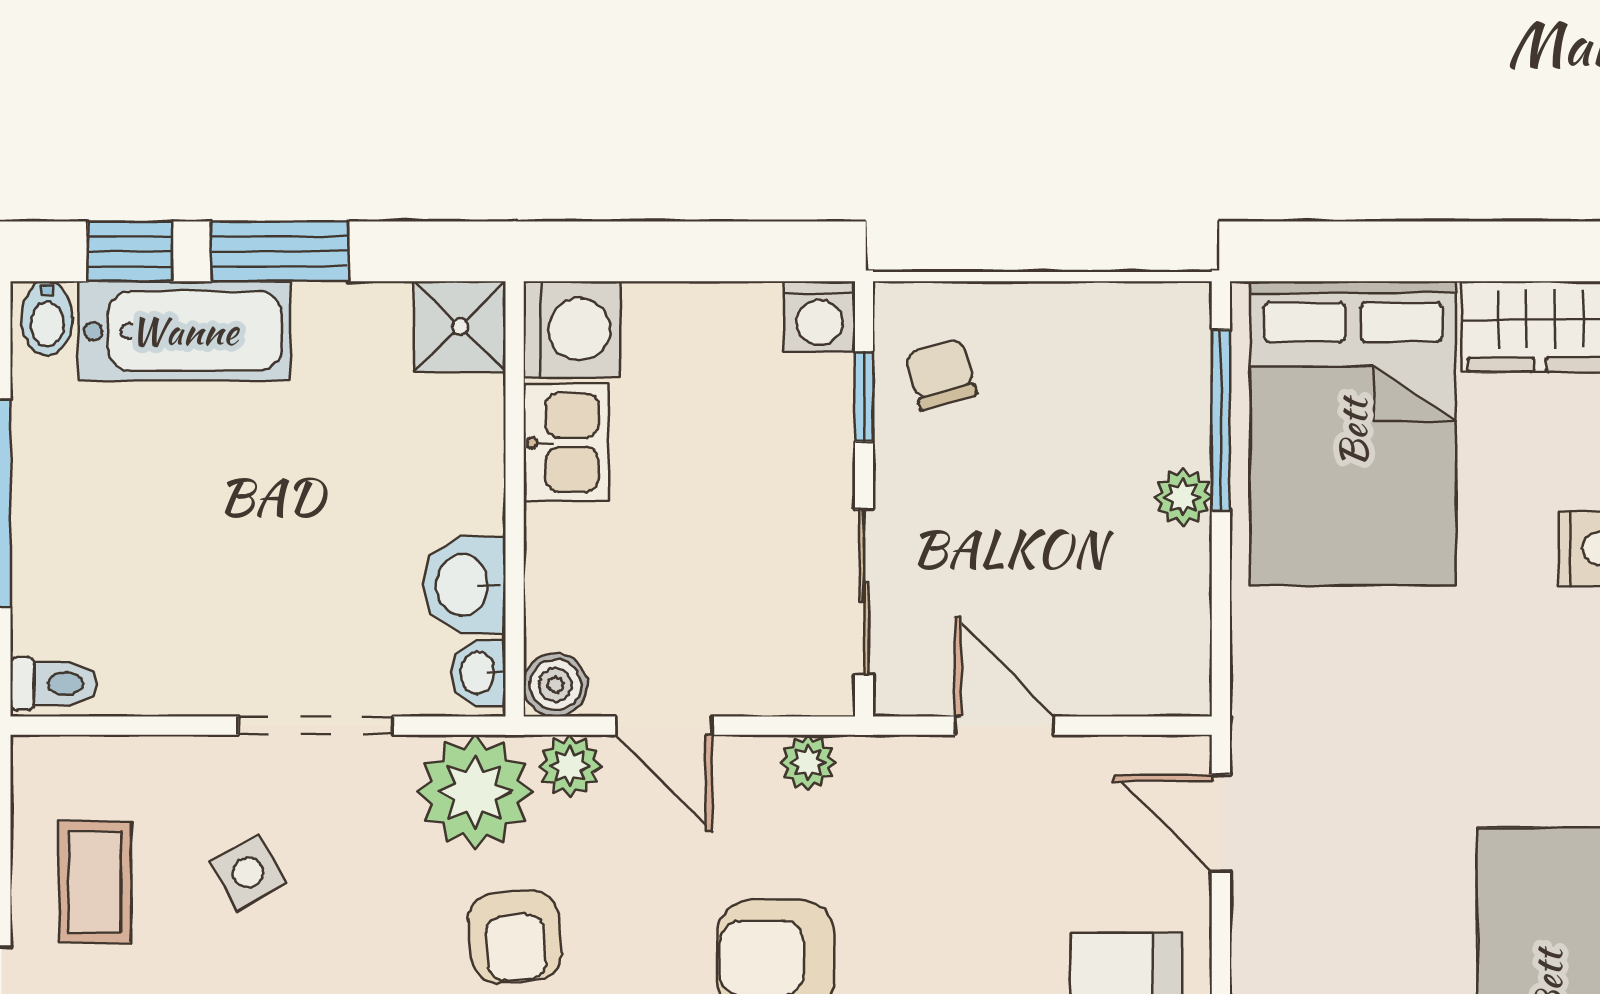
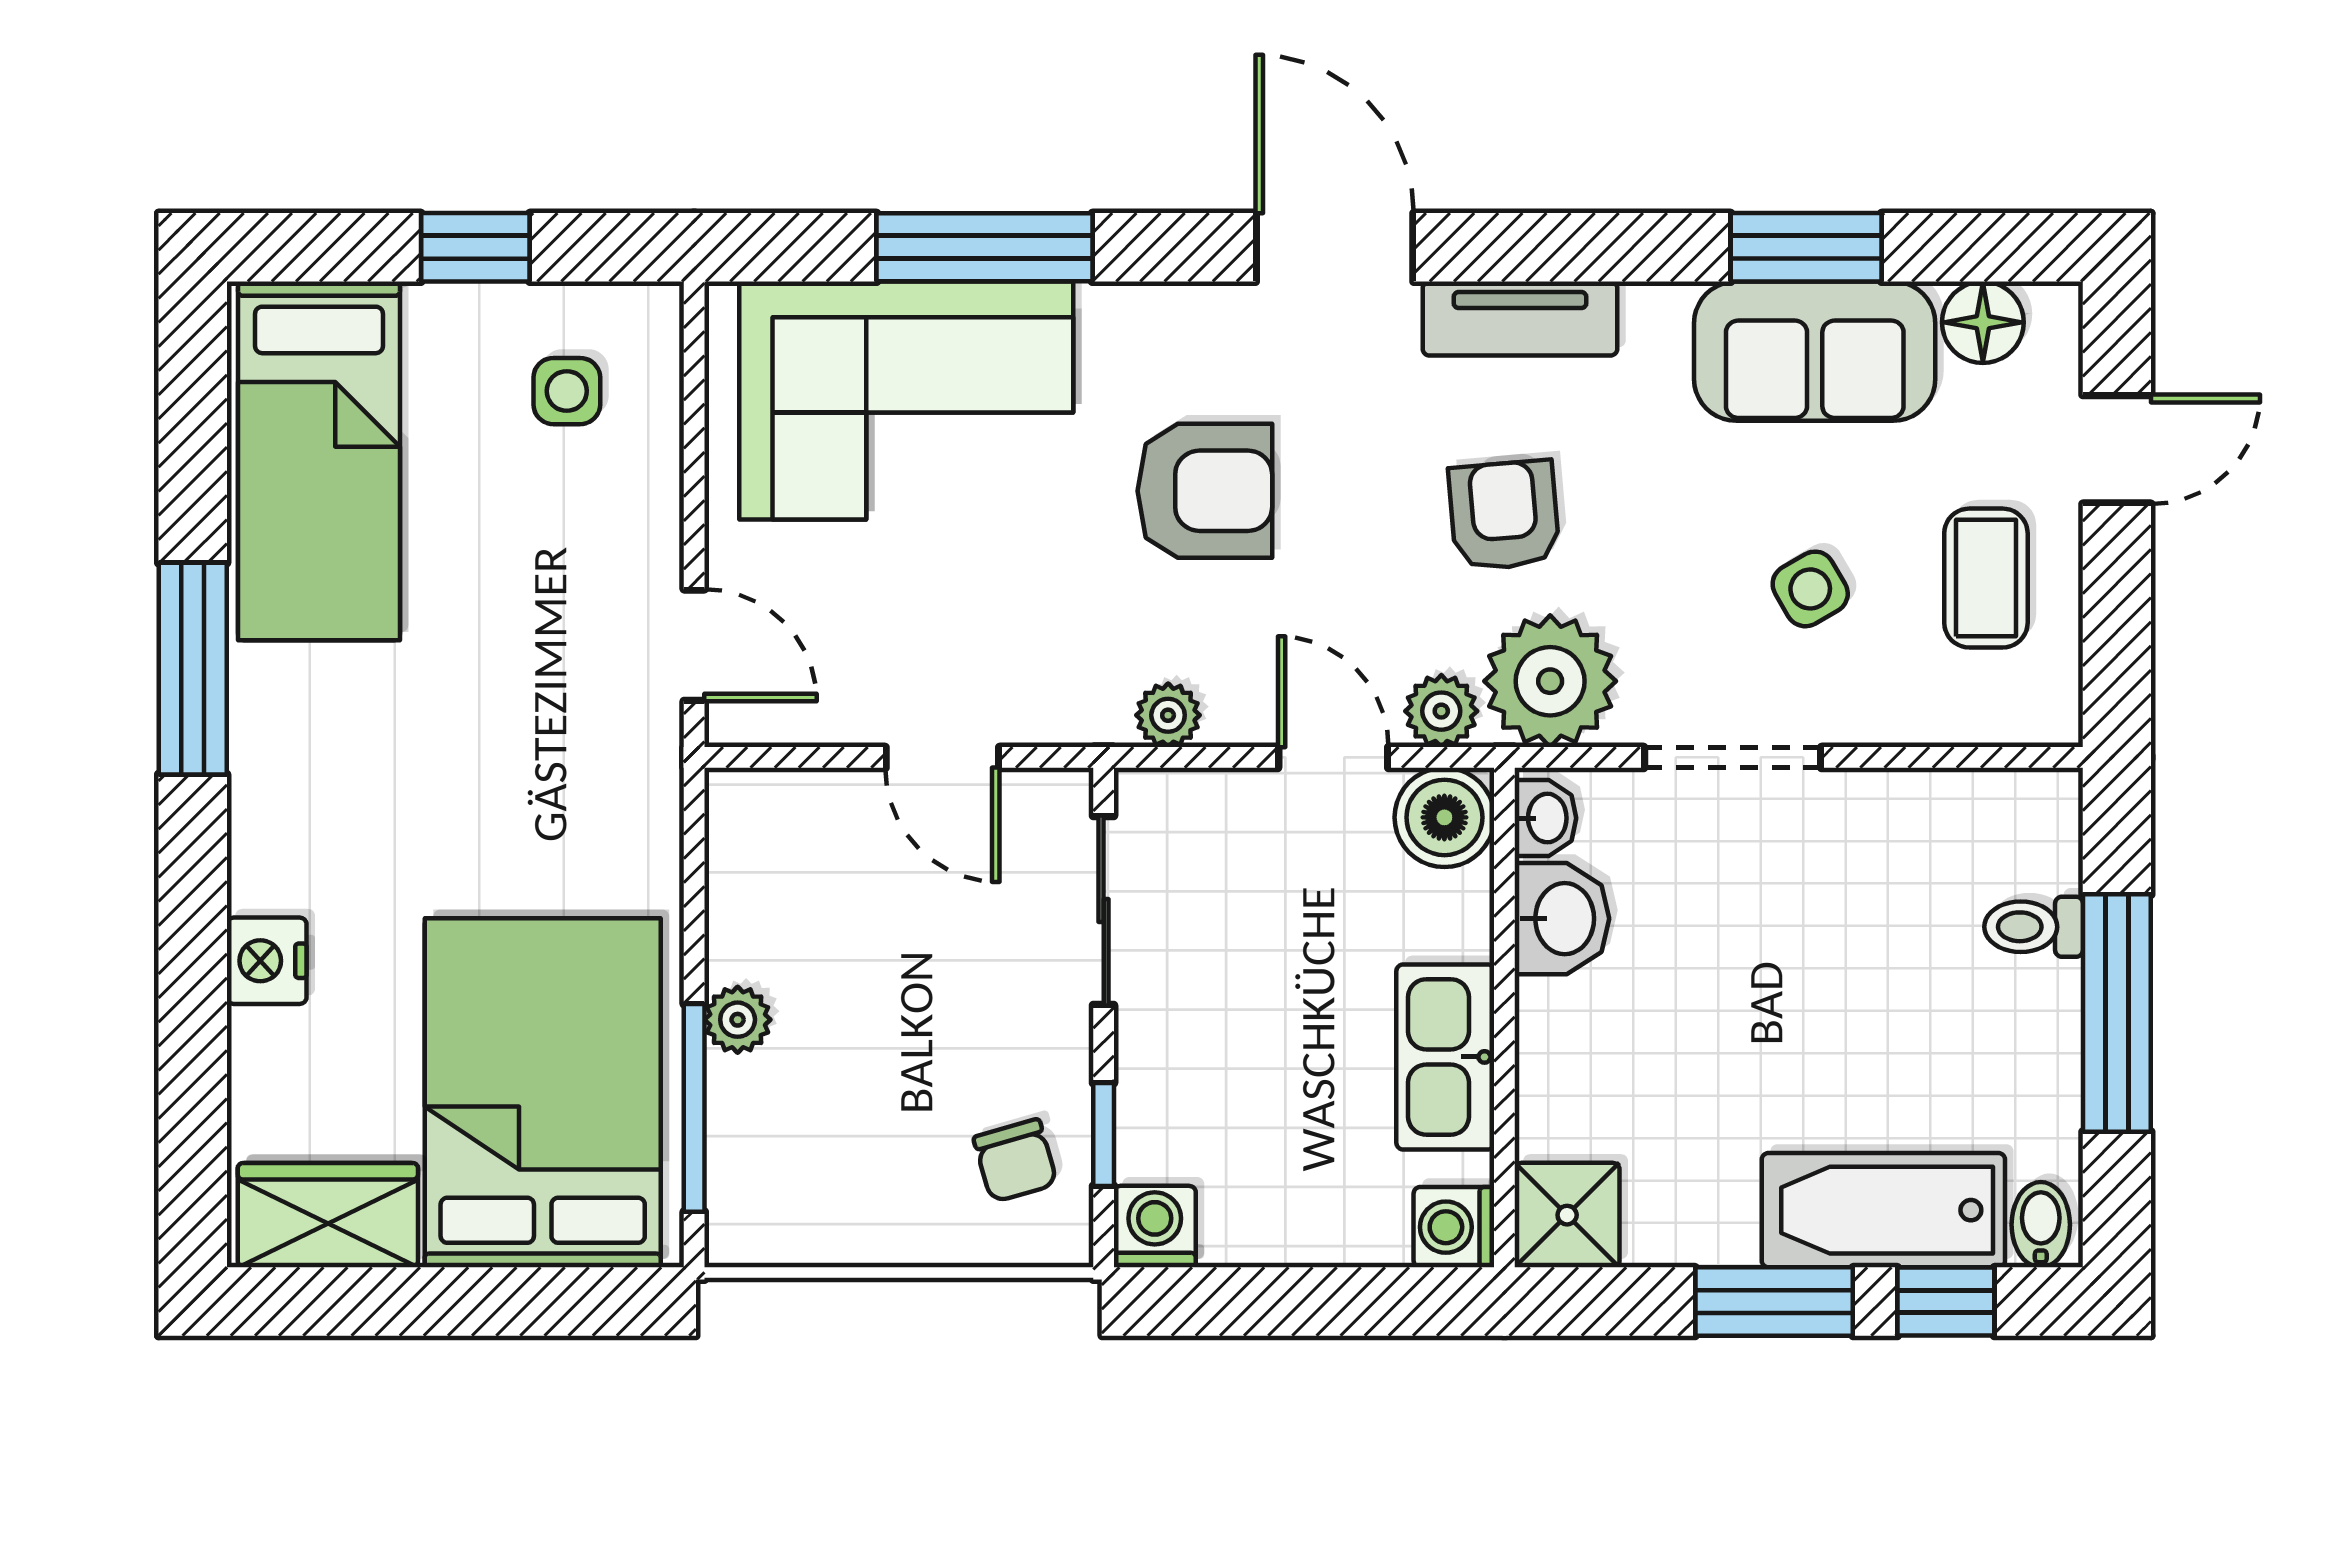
washing machine: (572, 329) -> (1454, 1227), width x0.73, depth x0.73
kitchen sink: (566, 442) -> (1445, 1057), width x1.38
toilet: (53, 684) -> (2034, 927), moved
boiler: (555, 685) -> (1444, 817), width x1.36, depth x1.36

